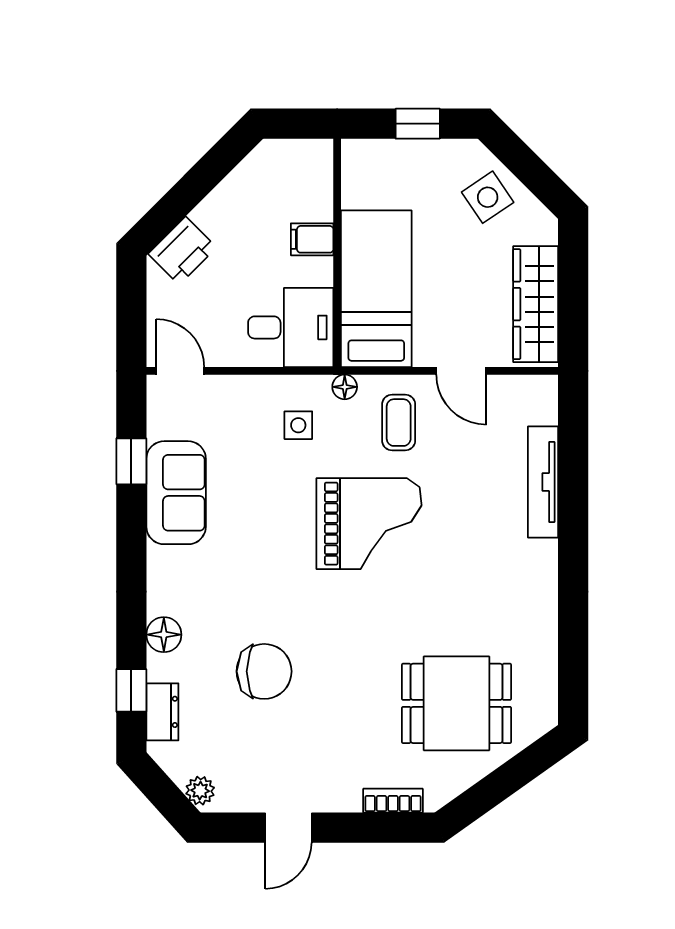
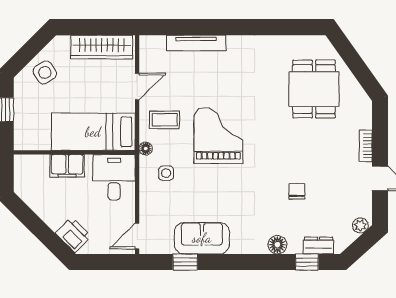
filing cabinet: (312, 239) -> (67, 166), width x2.00
chair: (264, 671) -> (297, 191), width x0.54, depth x0.54
bookcase: (393, 801) -> (366, 146), moved

